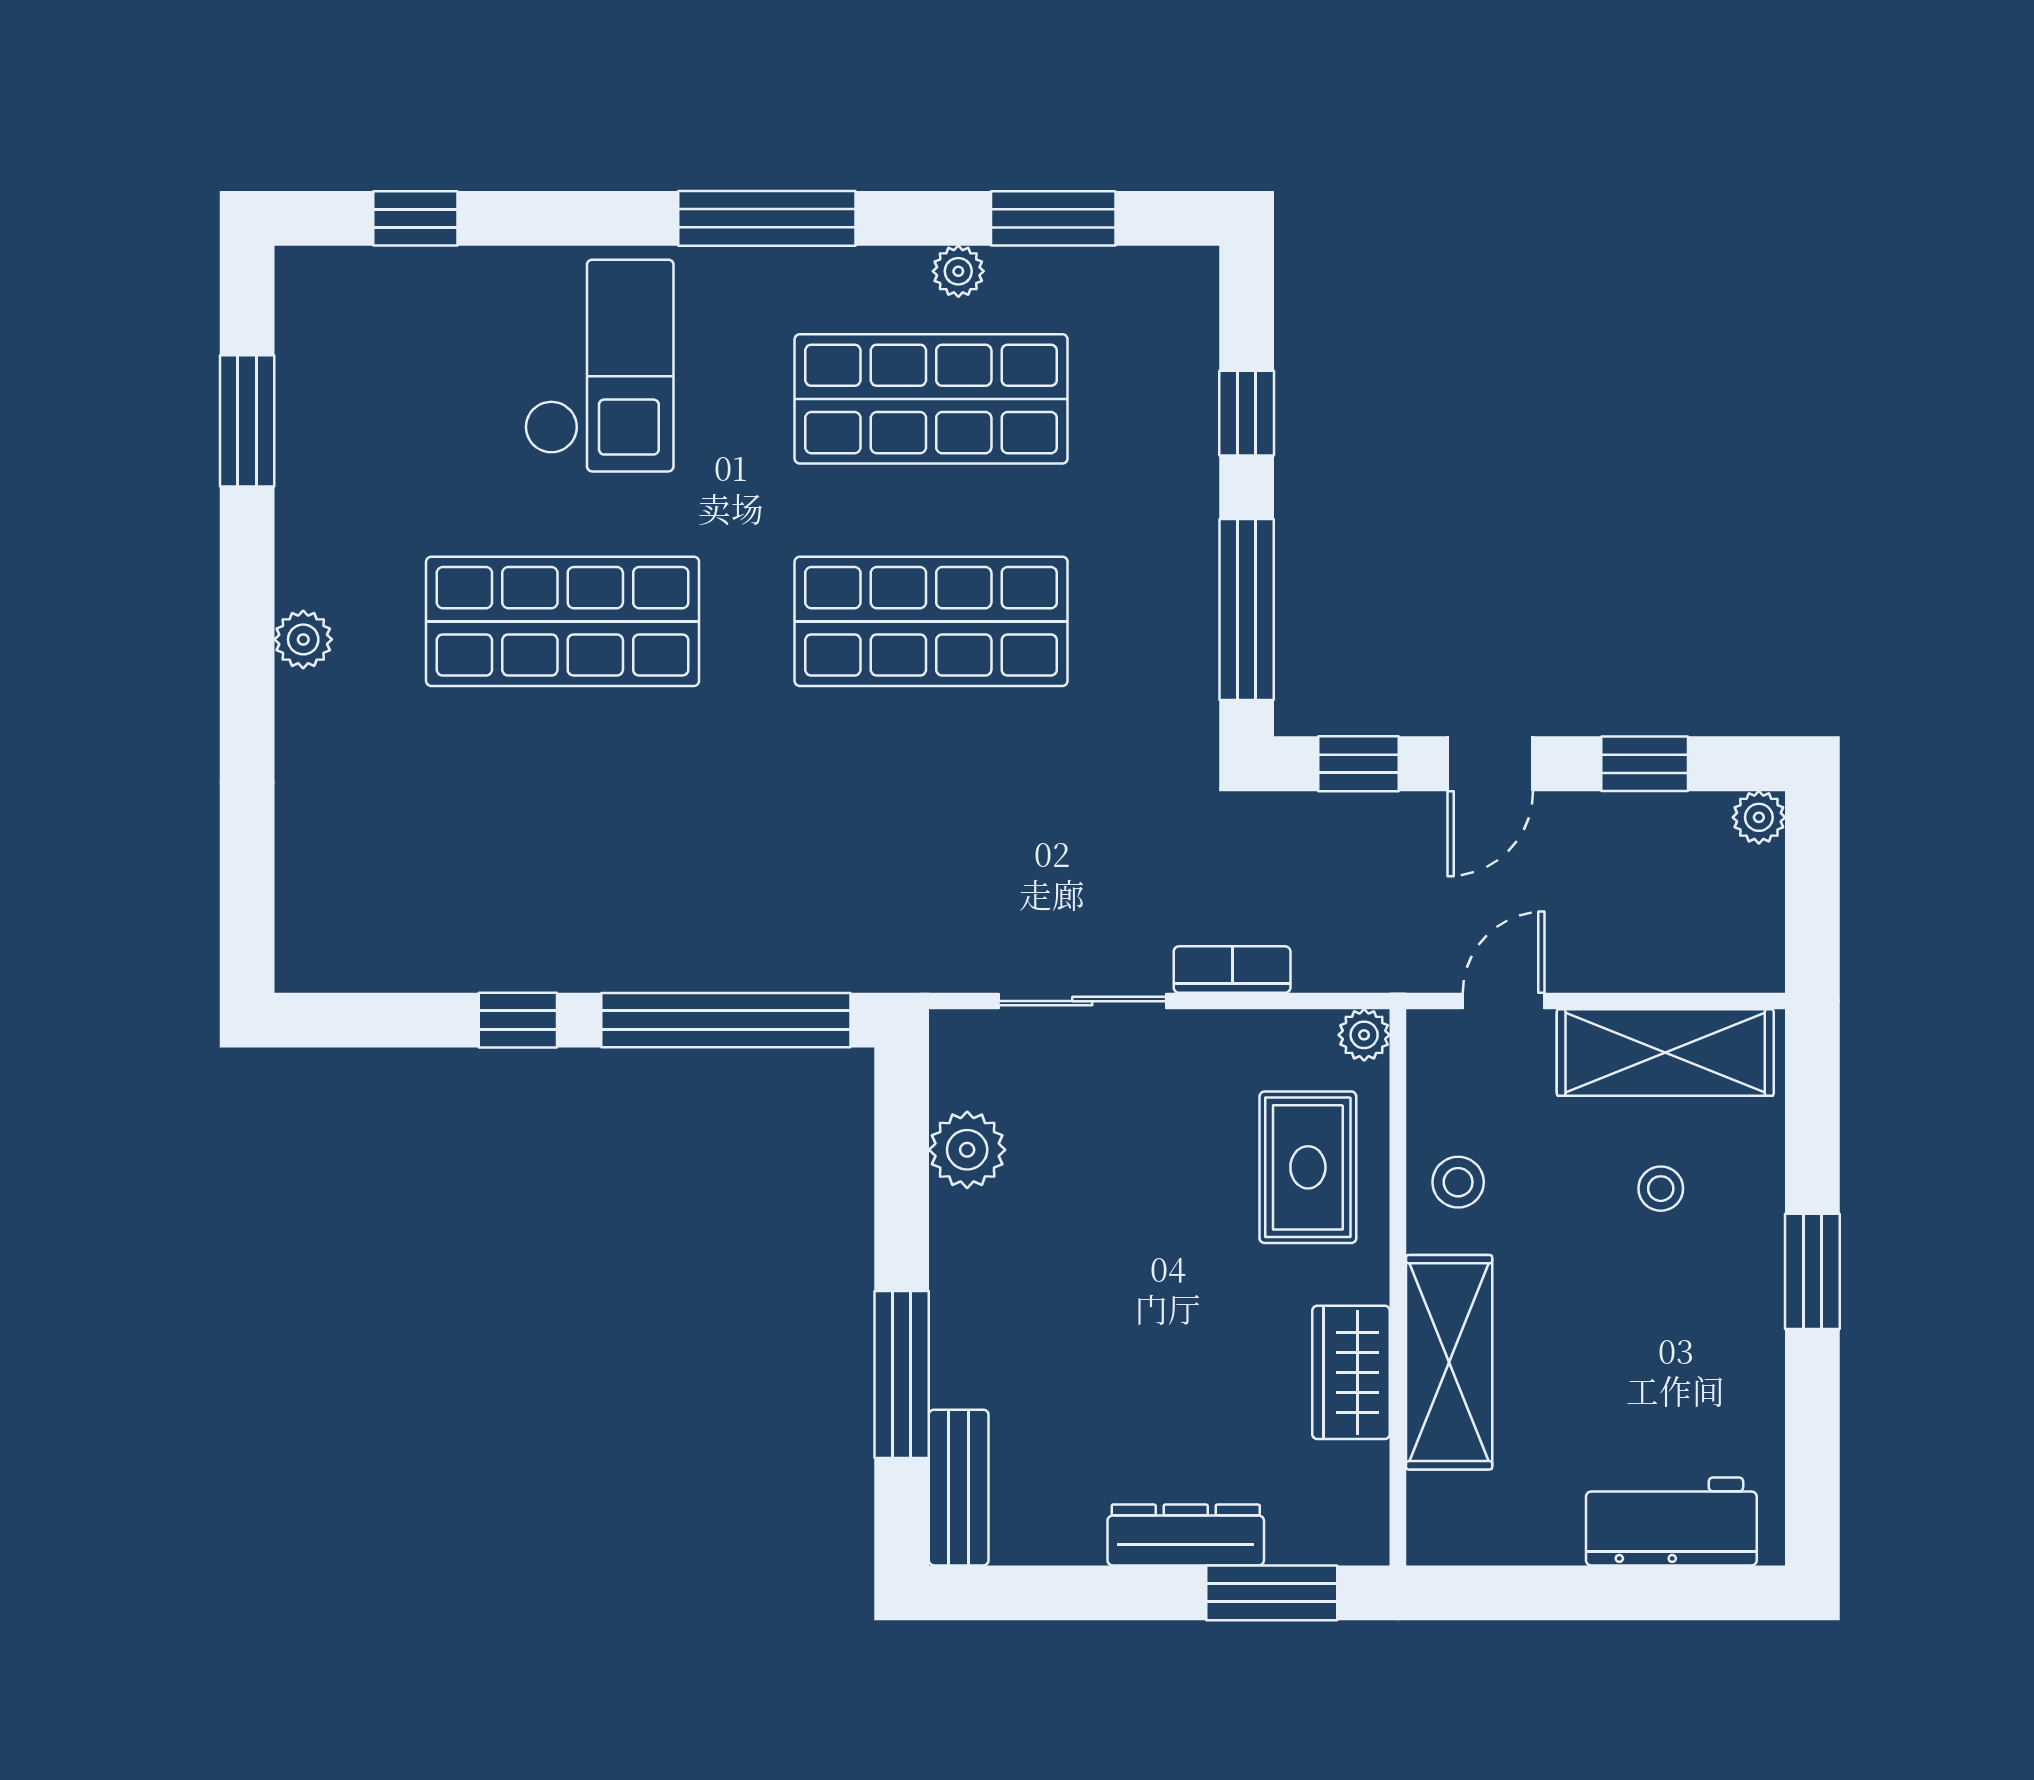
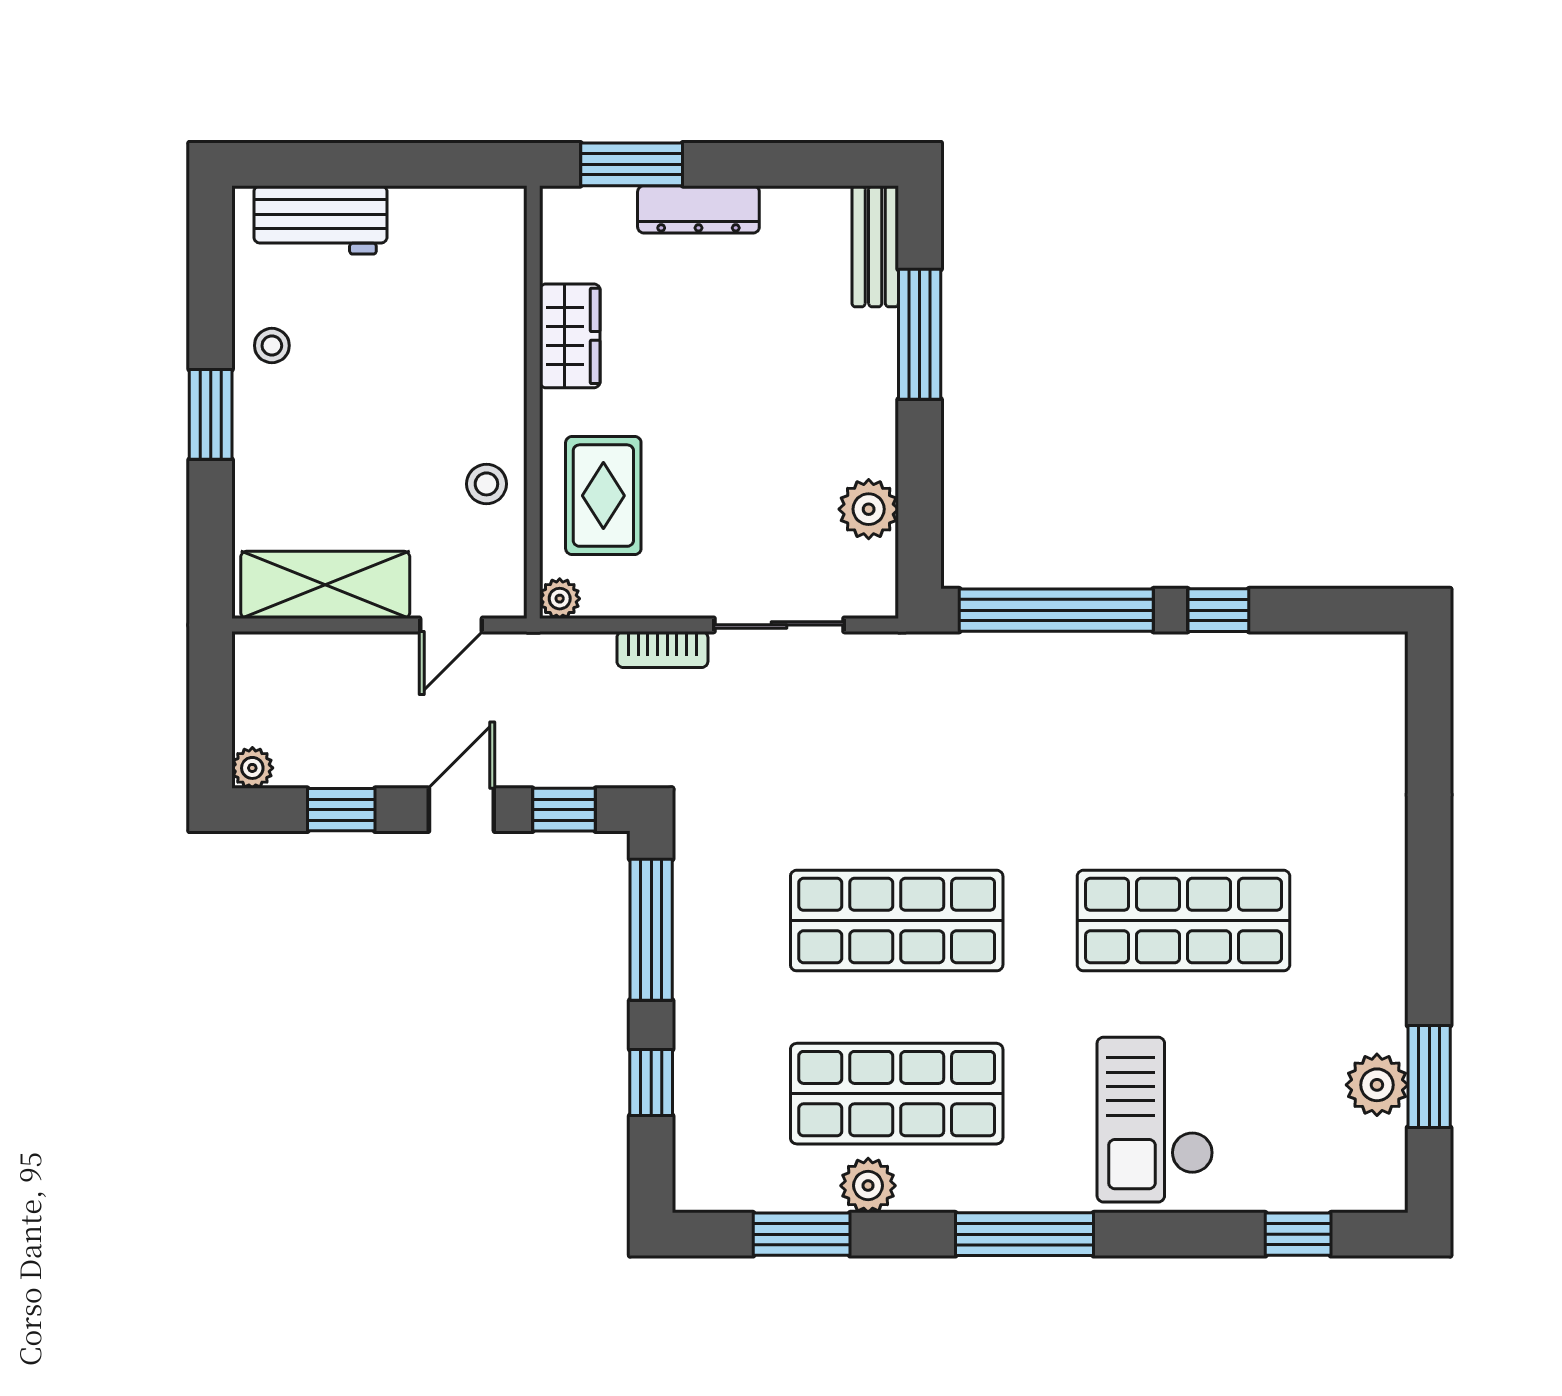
plant: (958, 271) -> (868, 1186), width x1.38, depth x1.38
plant: (303, 639) -> (1377, 1085), moved, width x1.38, depth x1.38
stool: (1661, 1189) -> (272, 346), moved
shelving: (1449, 1362) -> (493, 344), removed

